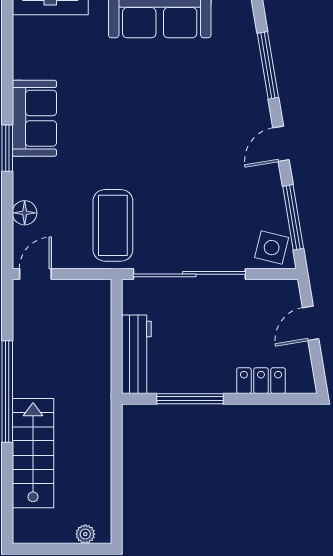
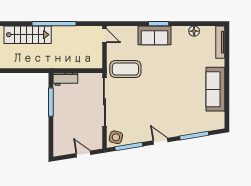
sofa: (34, 118) -> (154, 35), moved
floor lamp: (25, 213) -> (194, 31), moved
workbench: (136, 354) -> (65, 79), width x0.73
locker: (261, 381) -> (59, 133), removed

